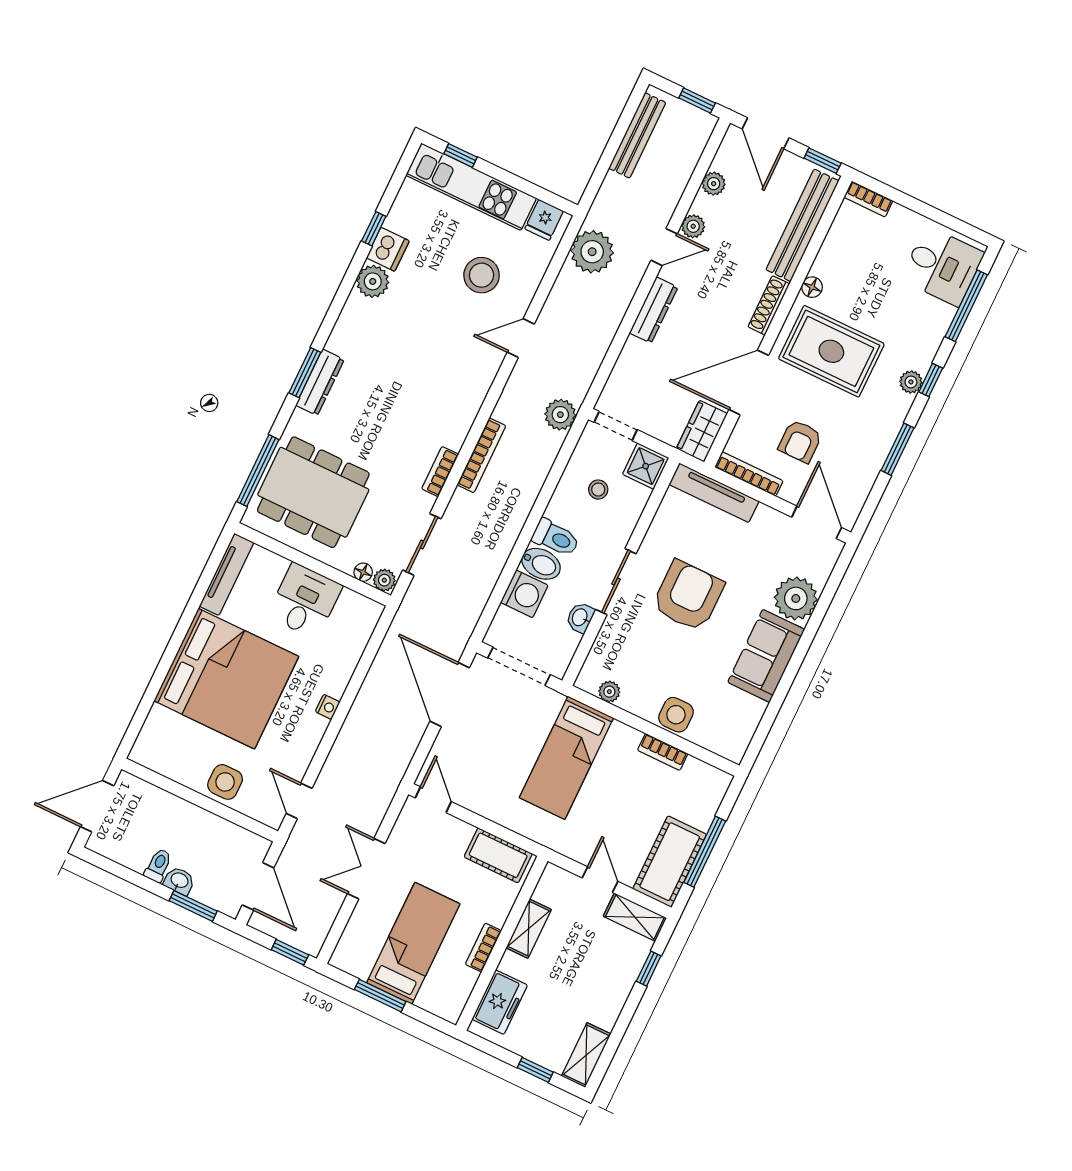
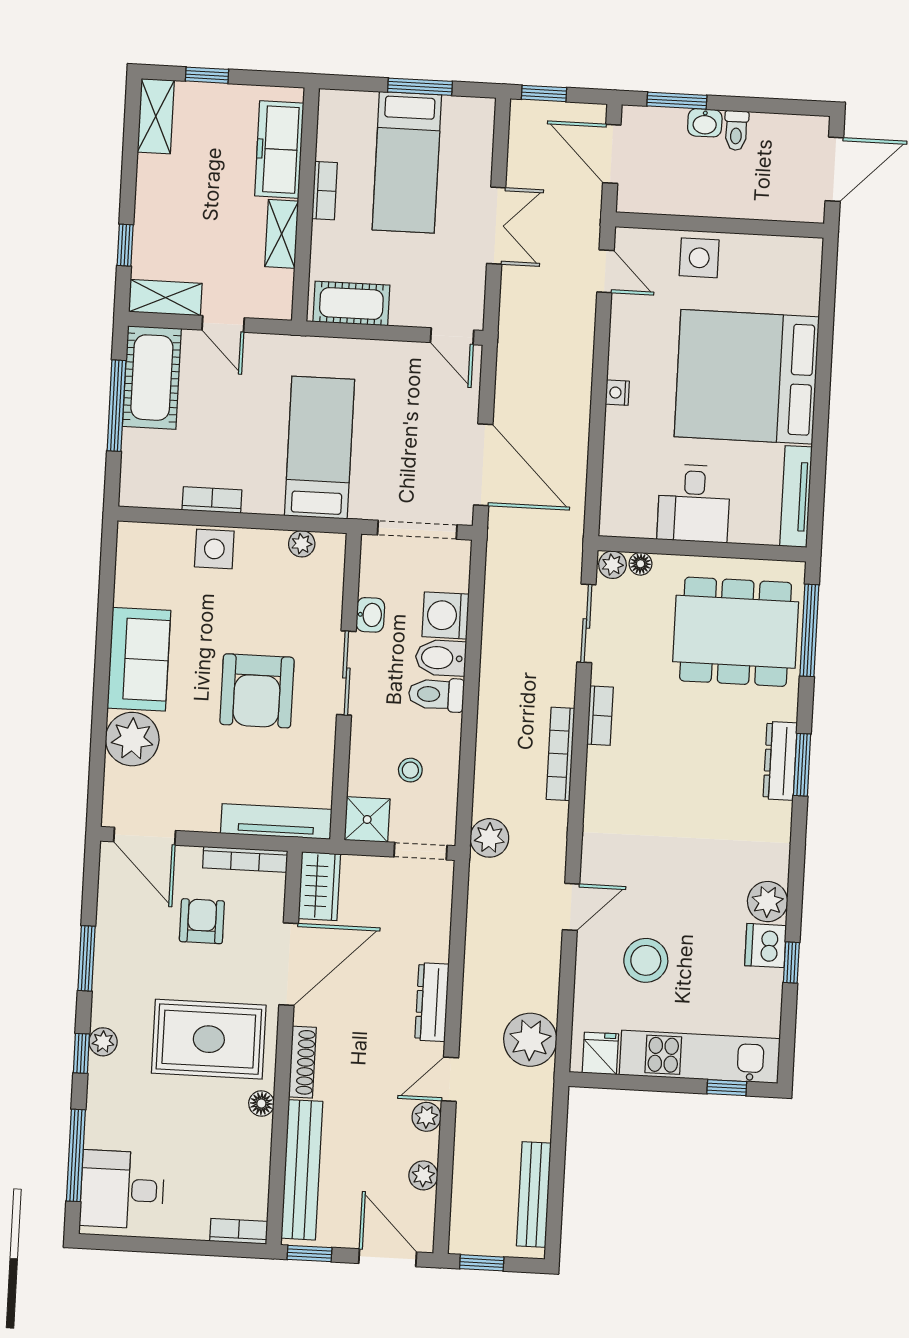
freezer: (500, 1002) -> (279, 149), width x1.40

